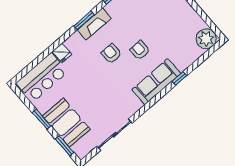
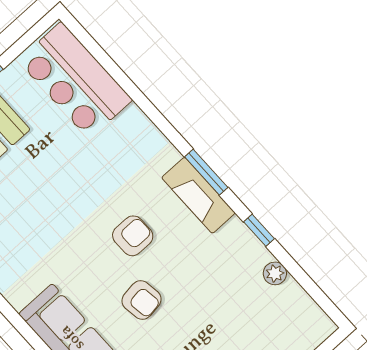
armchair: (140, 50) -> (142, 300), turned 82
fridge: (62, 53) -> (132, 124), removed

